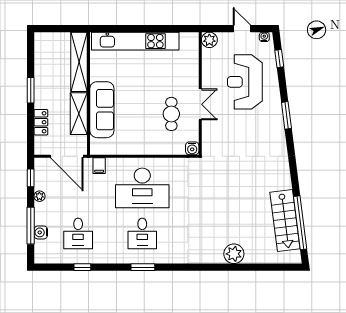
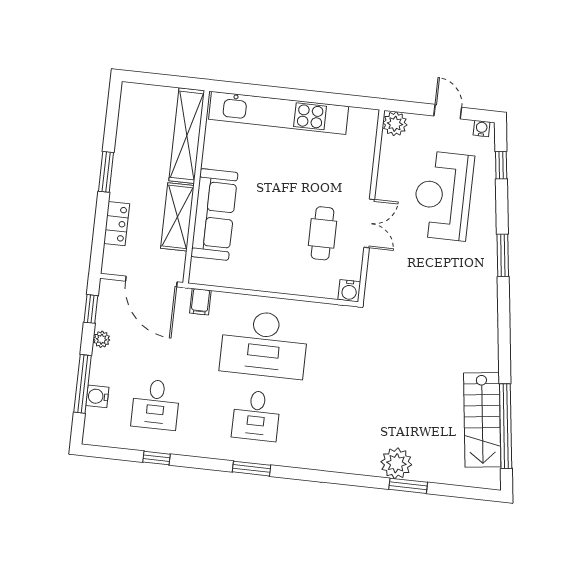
window: (243, 267) -> (408, 486), added

